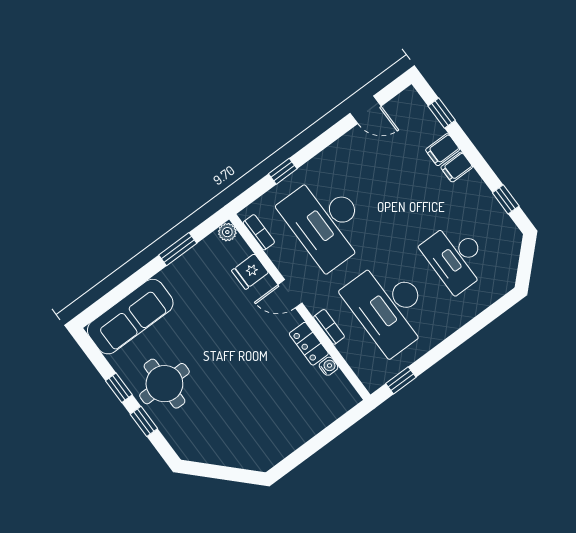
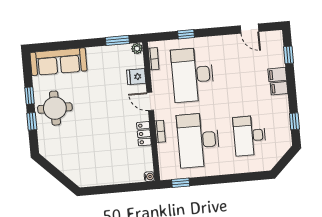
window: (178, 249) -> (117, 40), moved
water cooler: (328, 366) -> (149, 177), moved

